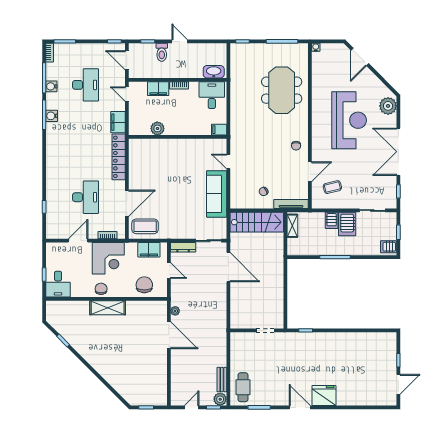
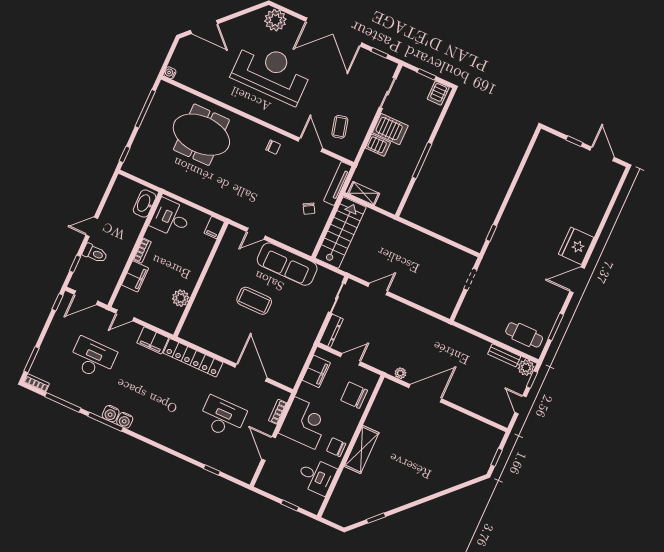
water cooler: (51, 86) -> (125, 420), moved
coffee table: (145, 226) -> (254, 301), moved, turned 90
door: (228, 267) -> (378, 289), width x0.53
desk: (58, 284) -> (317, 476), moved

